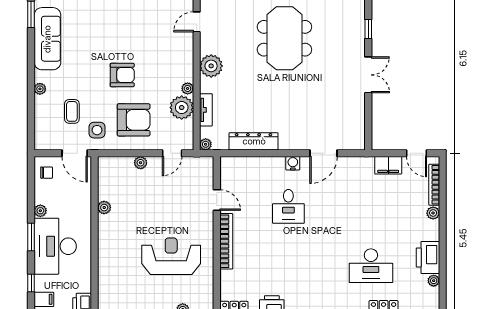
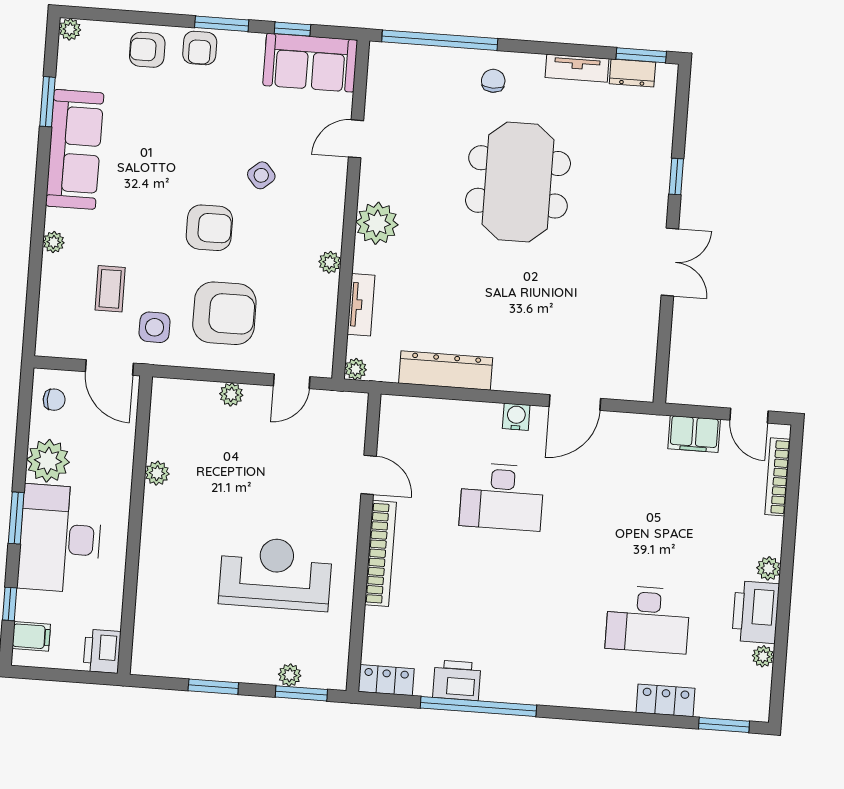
side table: (148, 45) -> (261, 175), added
plant: (182, 108) -> (316, 297), removed
desk: (288, 206) -> (502, 497), width x1.37
plant: (40, 211) -> (48, 461), width x1.88, depth x1.88
plant: (433, 213) -> (769, 568), moved

